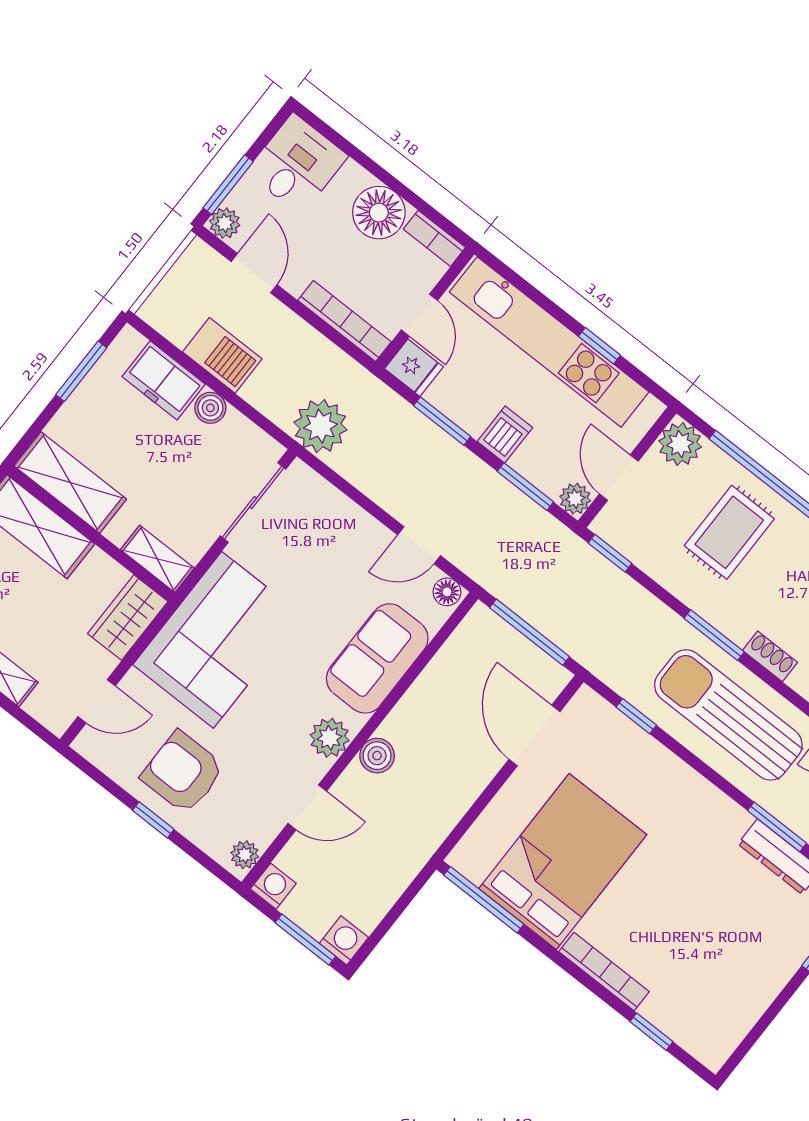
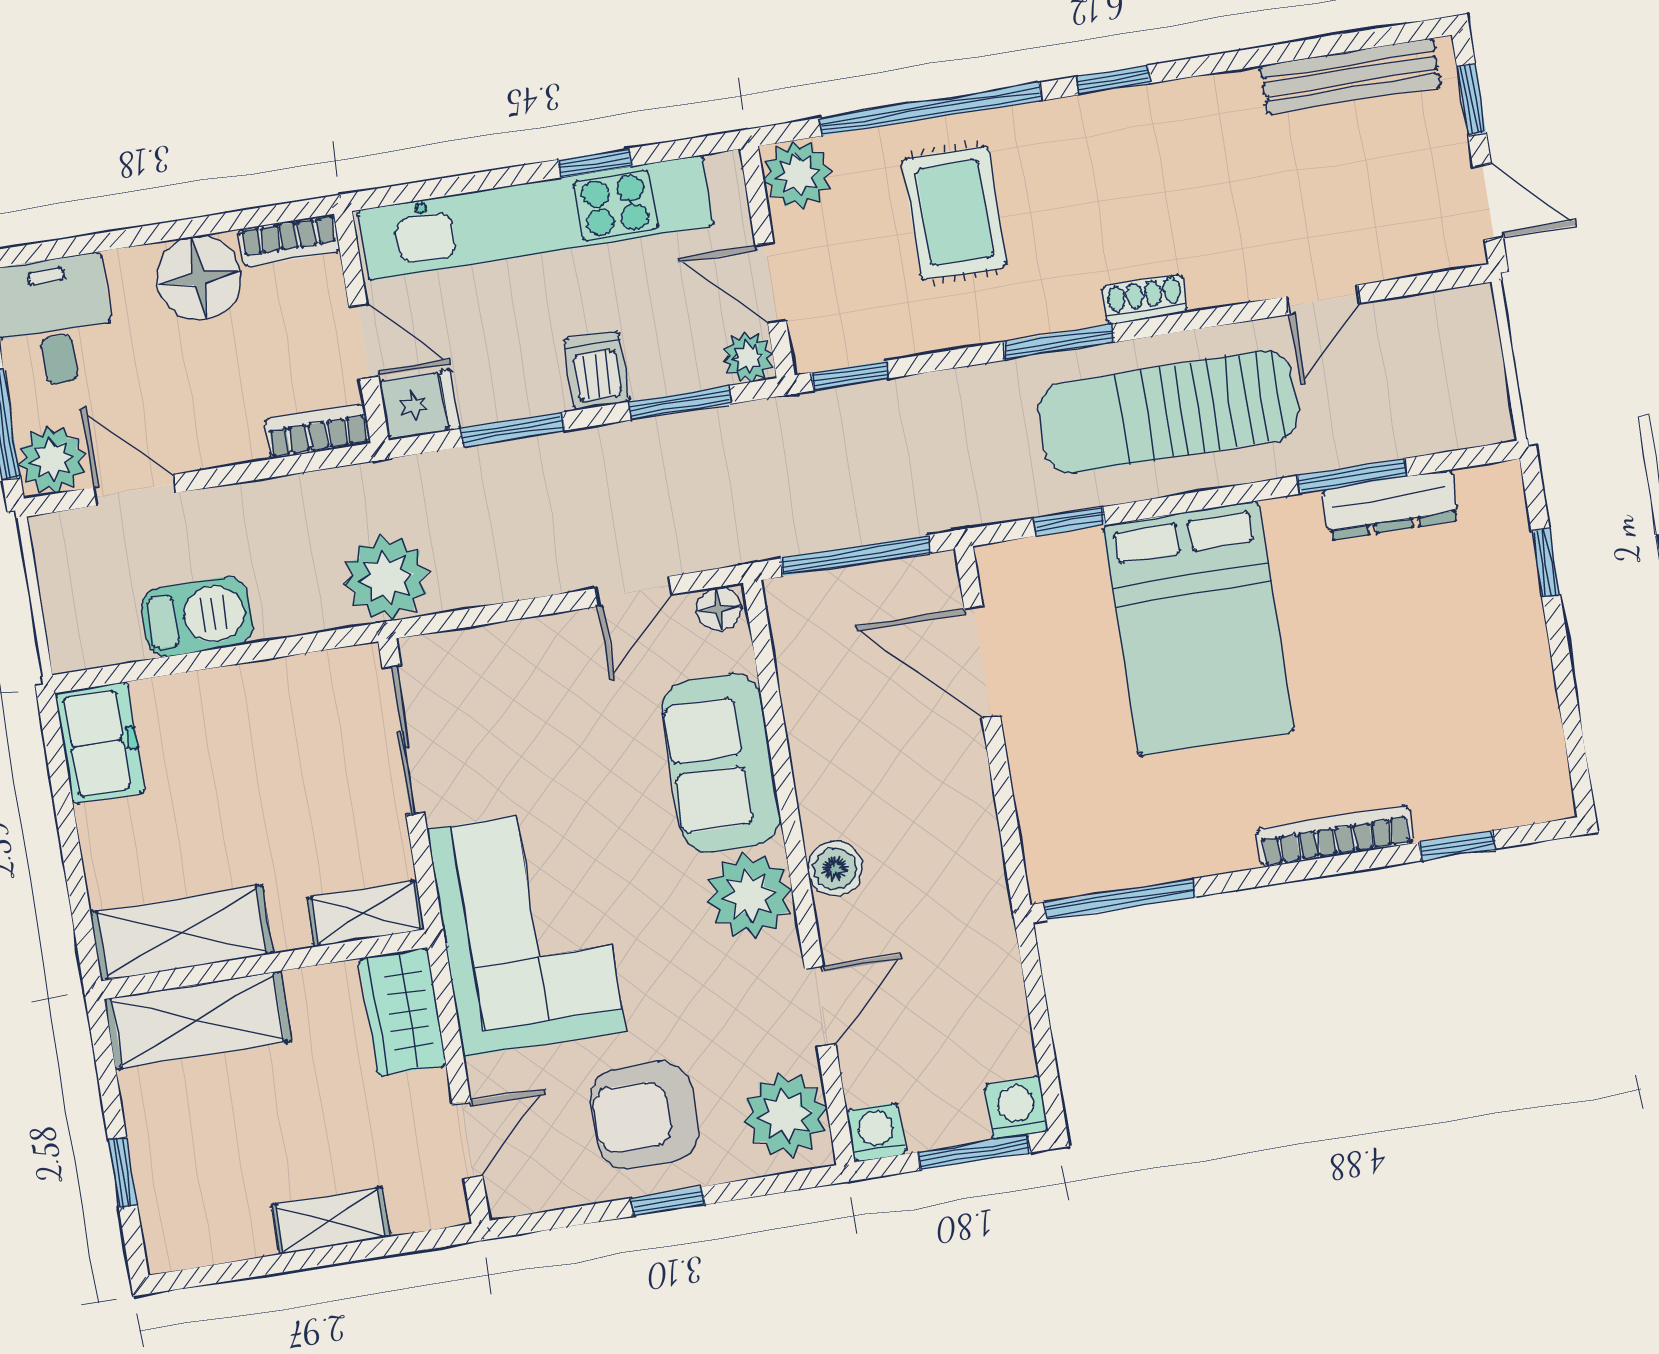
plant: (225, 223) -> (52, 460), width x1.38, depth x1.38
bookcase: (345, 321) -> (318, 431), width x0.64
window: (81, 371) -> (63, 800), removed
freezer: (164, 380) -> (100, 743), moved, turned -90
boiler: (210, 408) -> (246, 688), removed
plant: (330, 738) -> (749, 896), width x1.36, depth x1.36
plant: (245, 855) -> (785, 1115), width x1.87, depth x1.87
bed: (563, 862) -> (1198, 628), moved, turned 180

